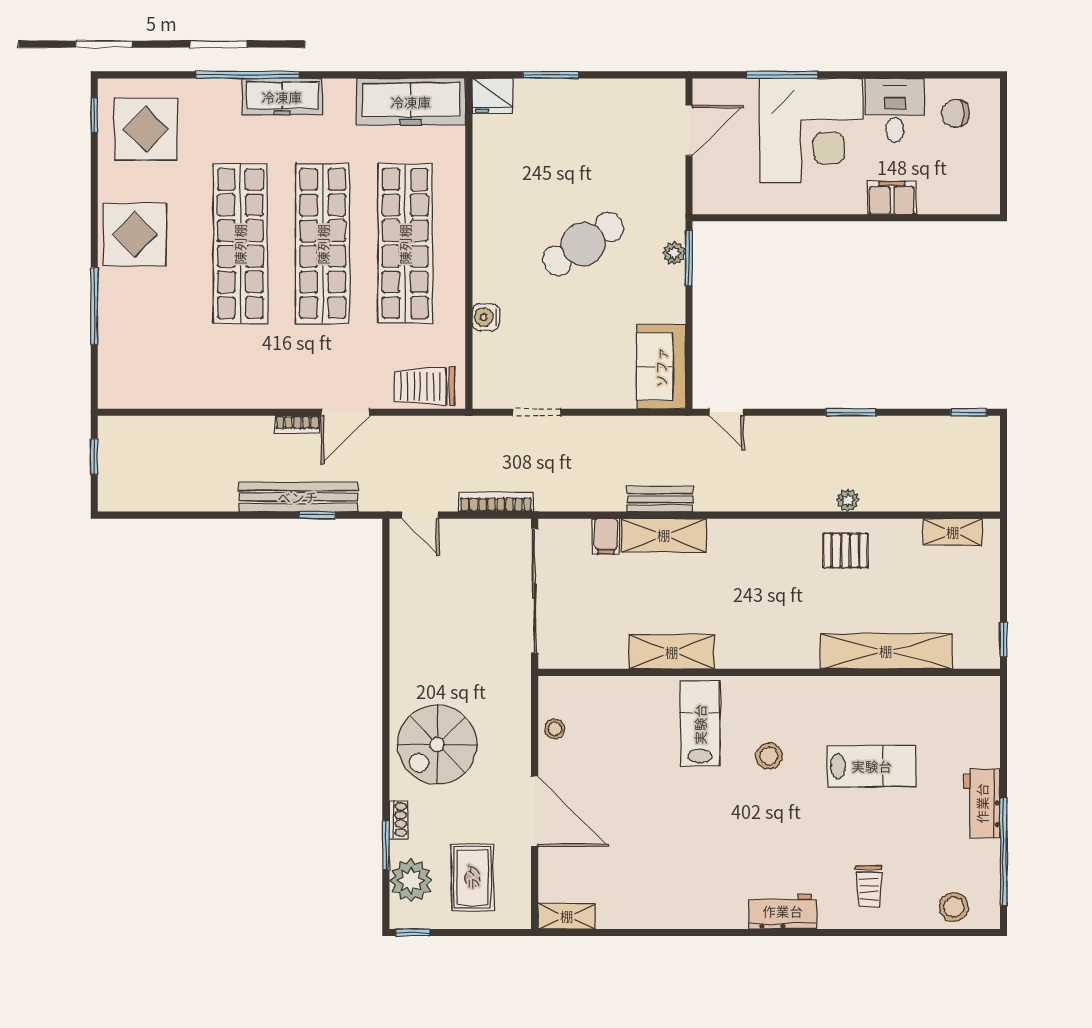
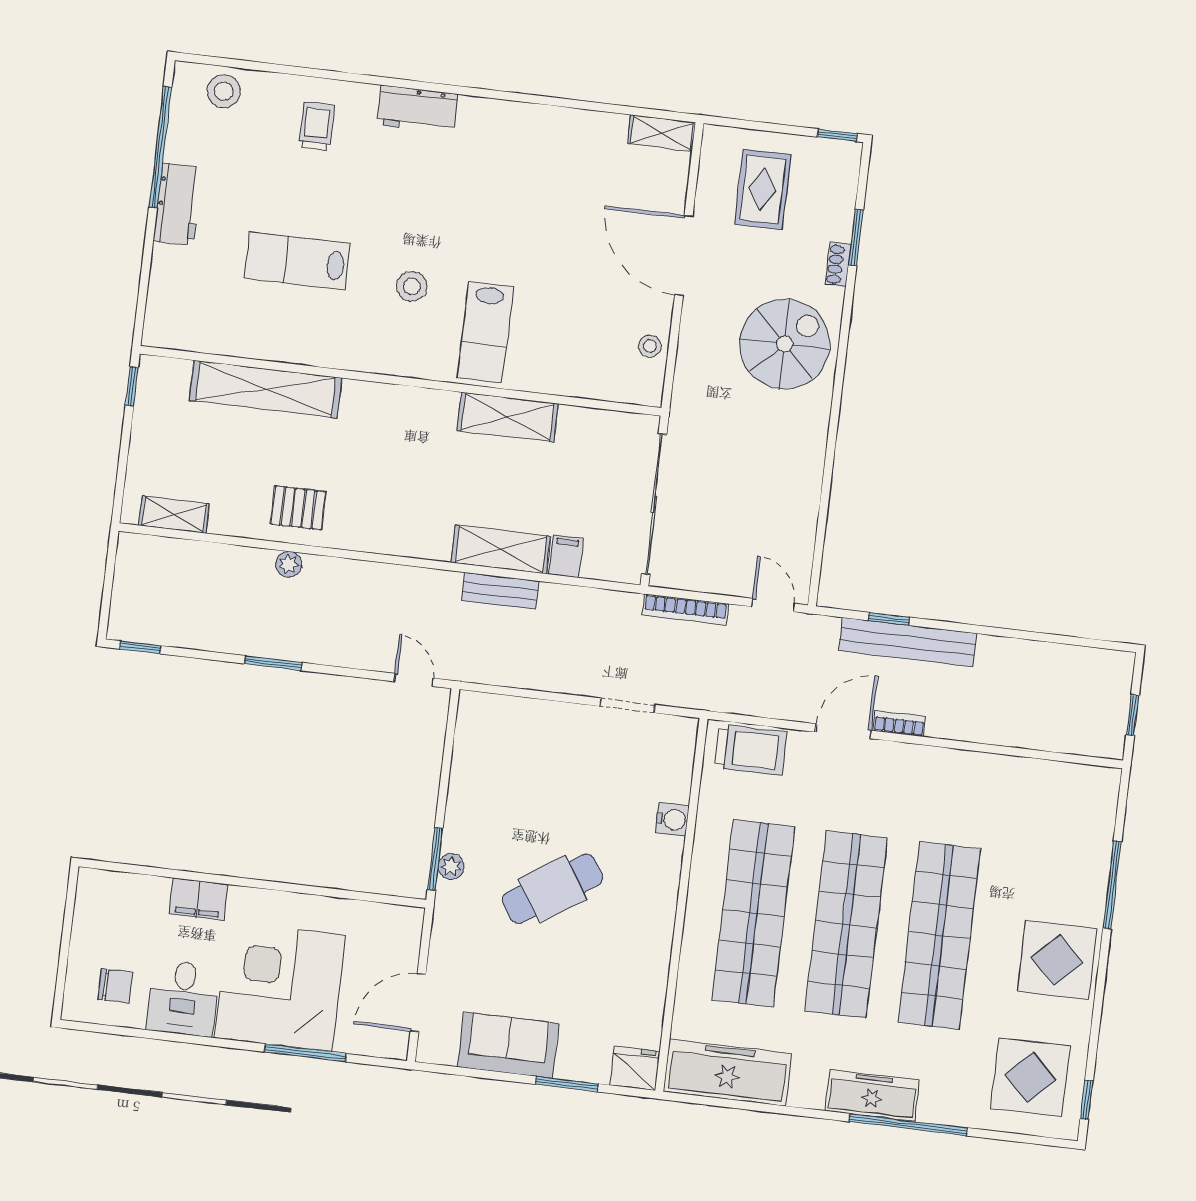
sofa: (661, 367) -> (508, 1045), moved, turned -90
plant: (411, 880) -> (833, 194), removed

